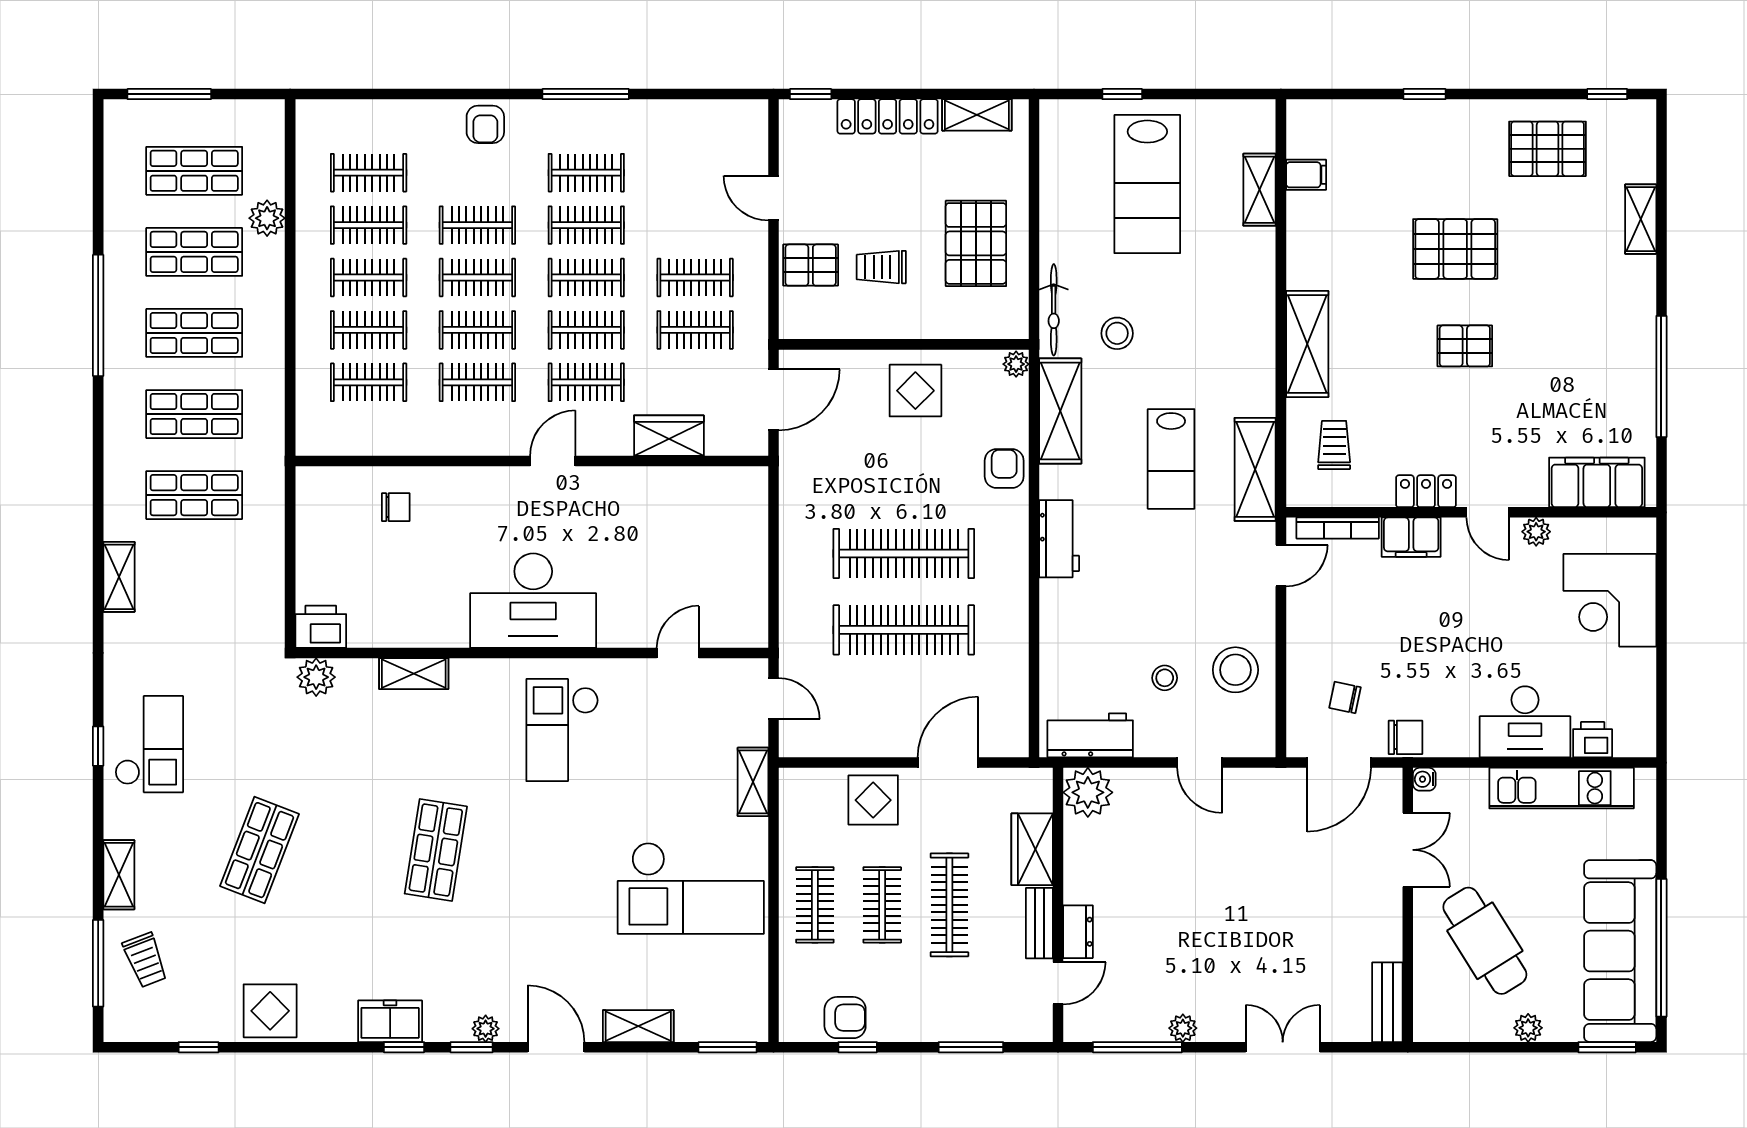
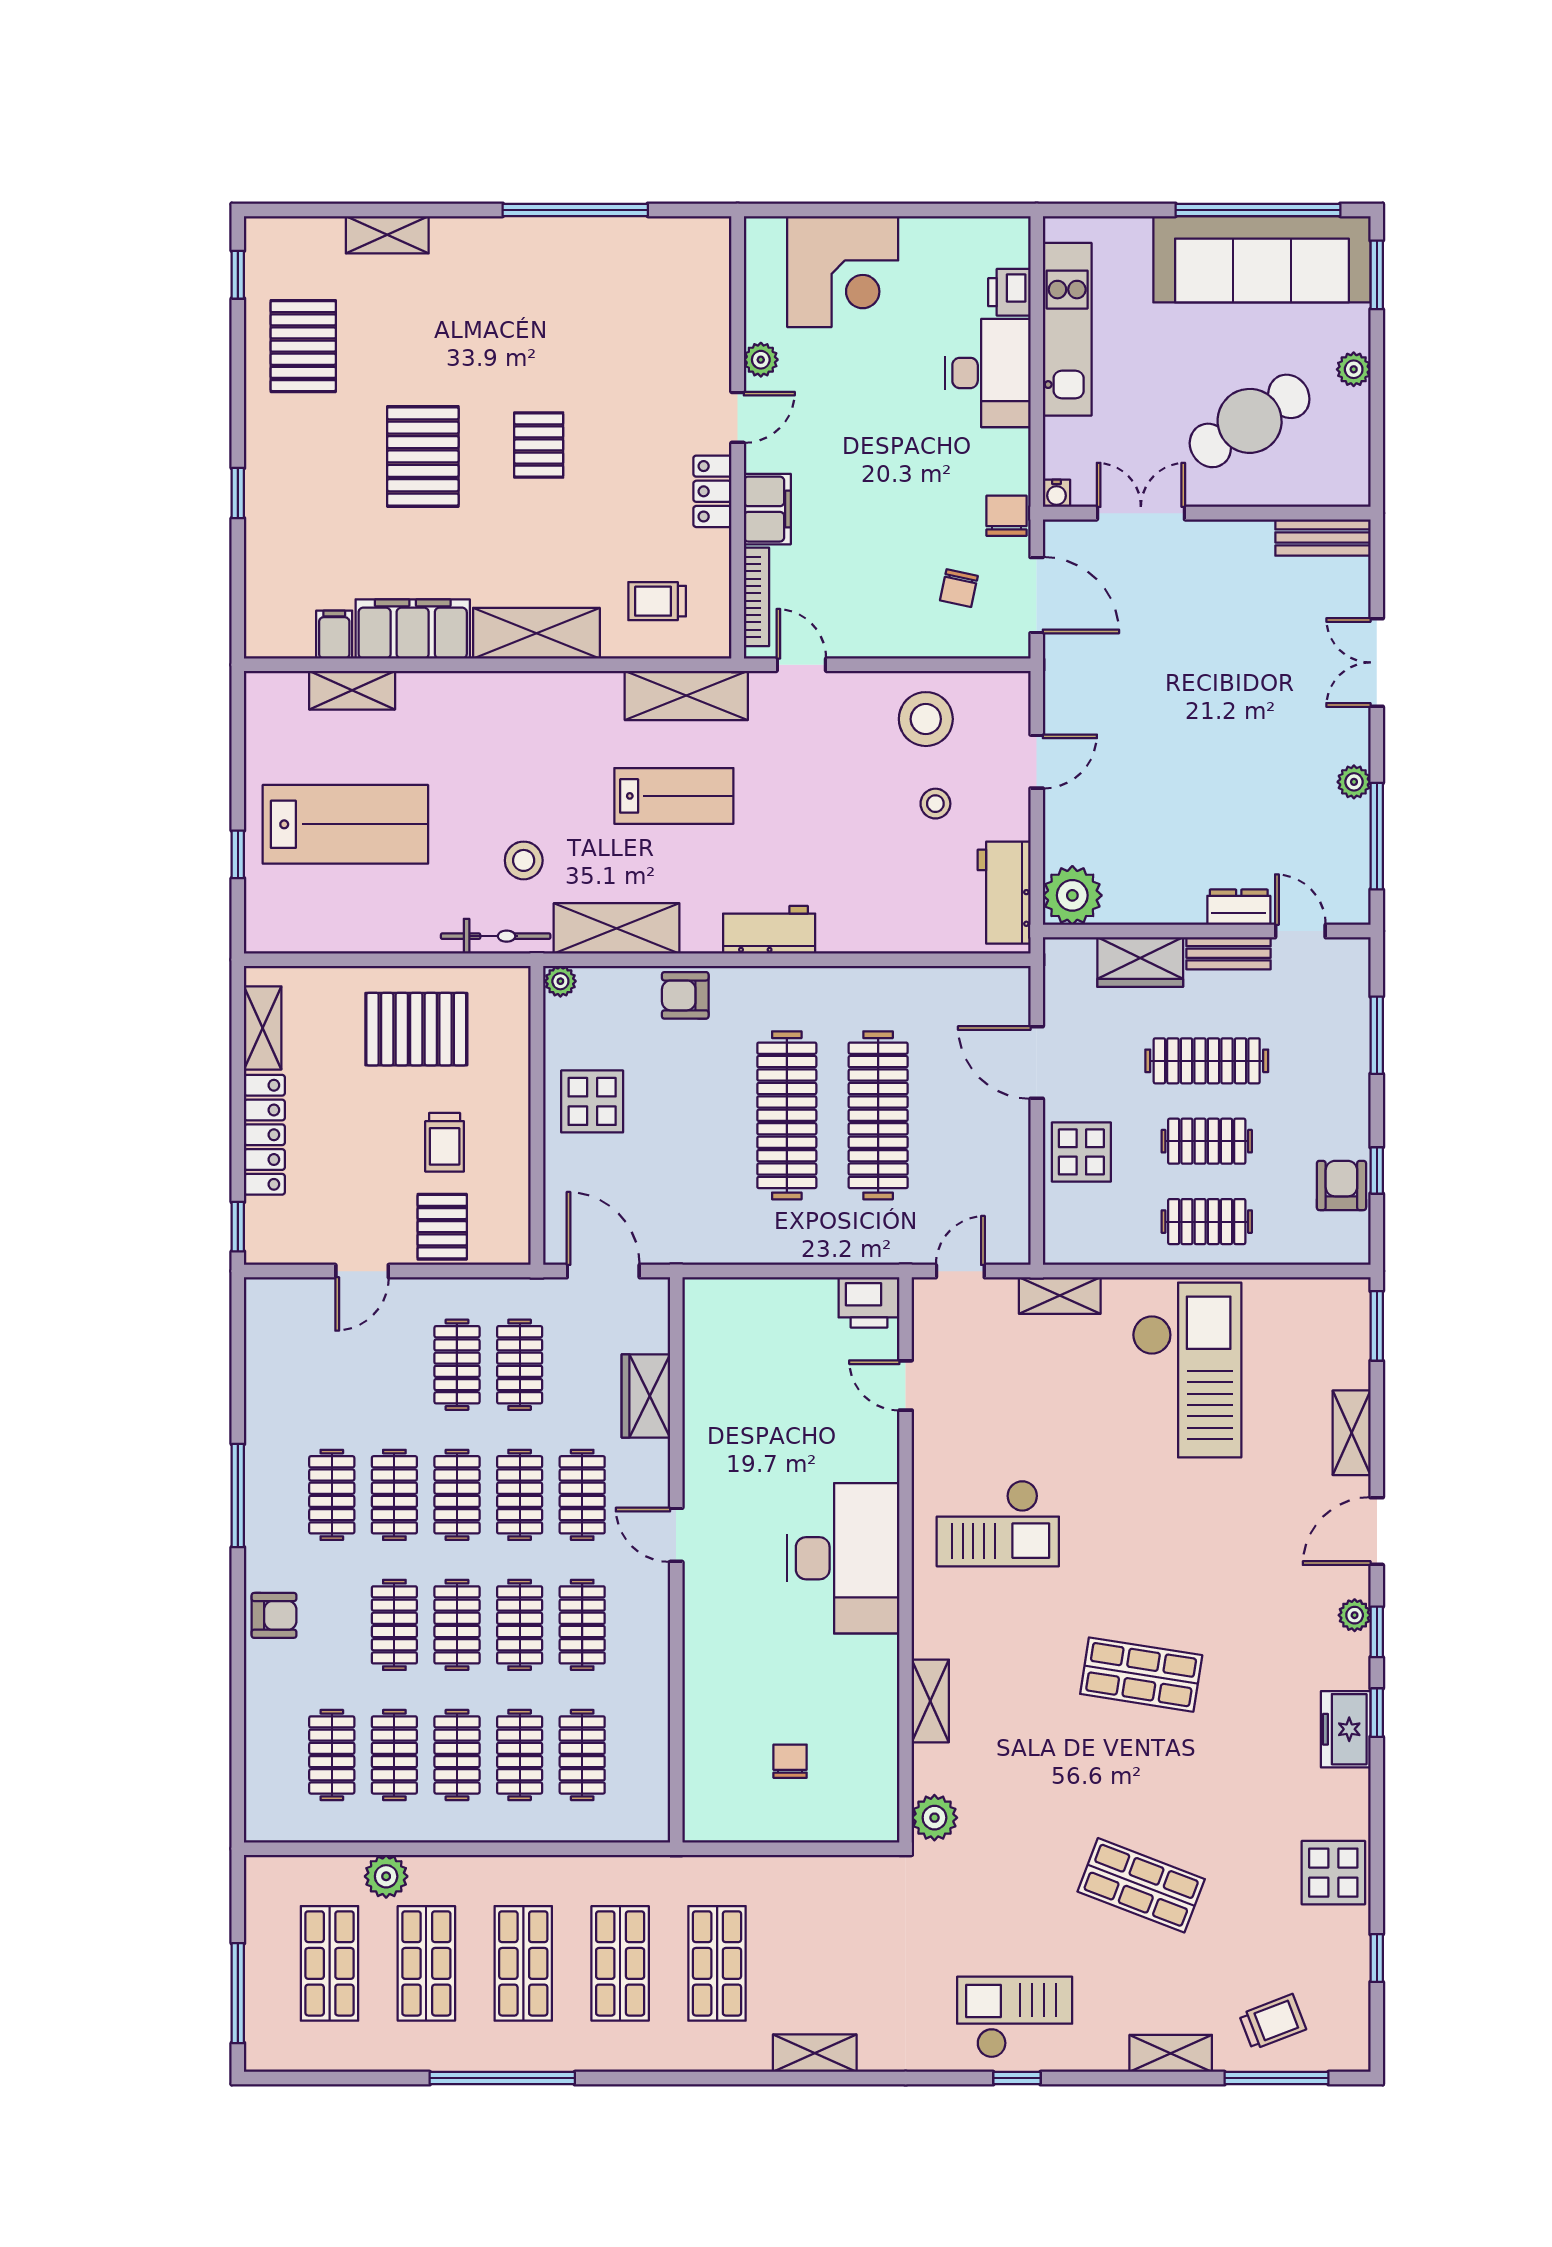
filing cabinet: (1597, 482) -> (413, 629), moved, turned 90
chair: (396, 507) -> (790, 1761), moved
printer: (321, 627) -> (869, 1302), moved, turned -90

